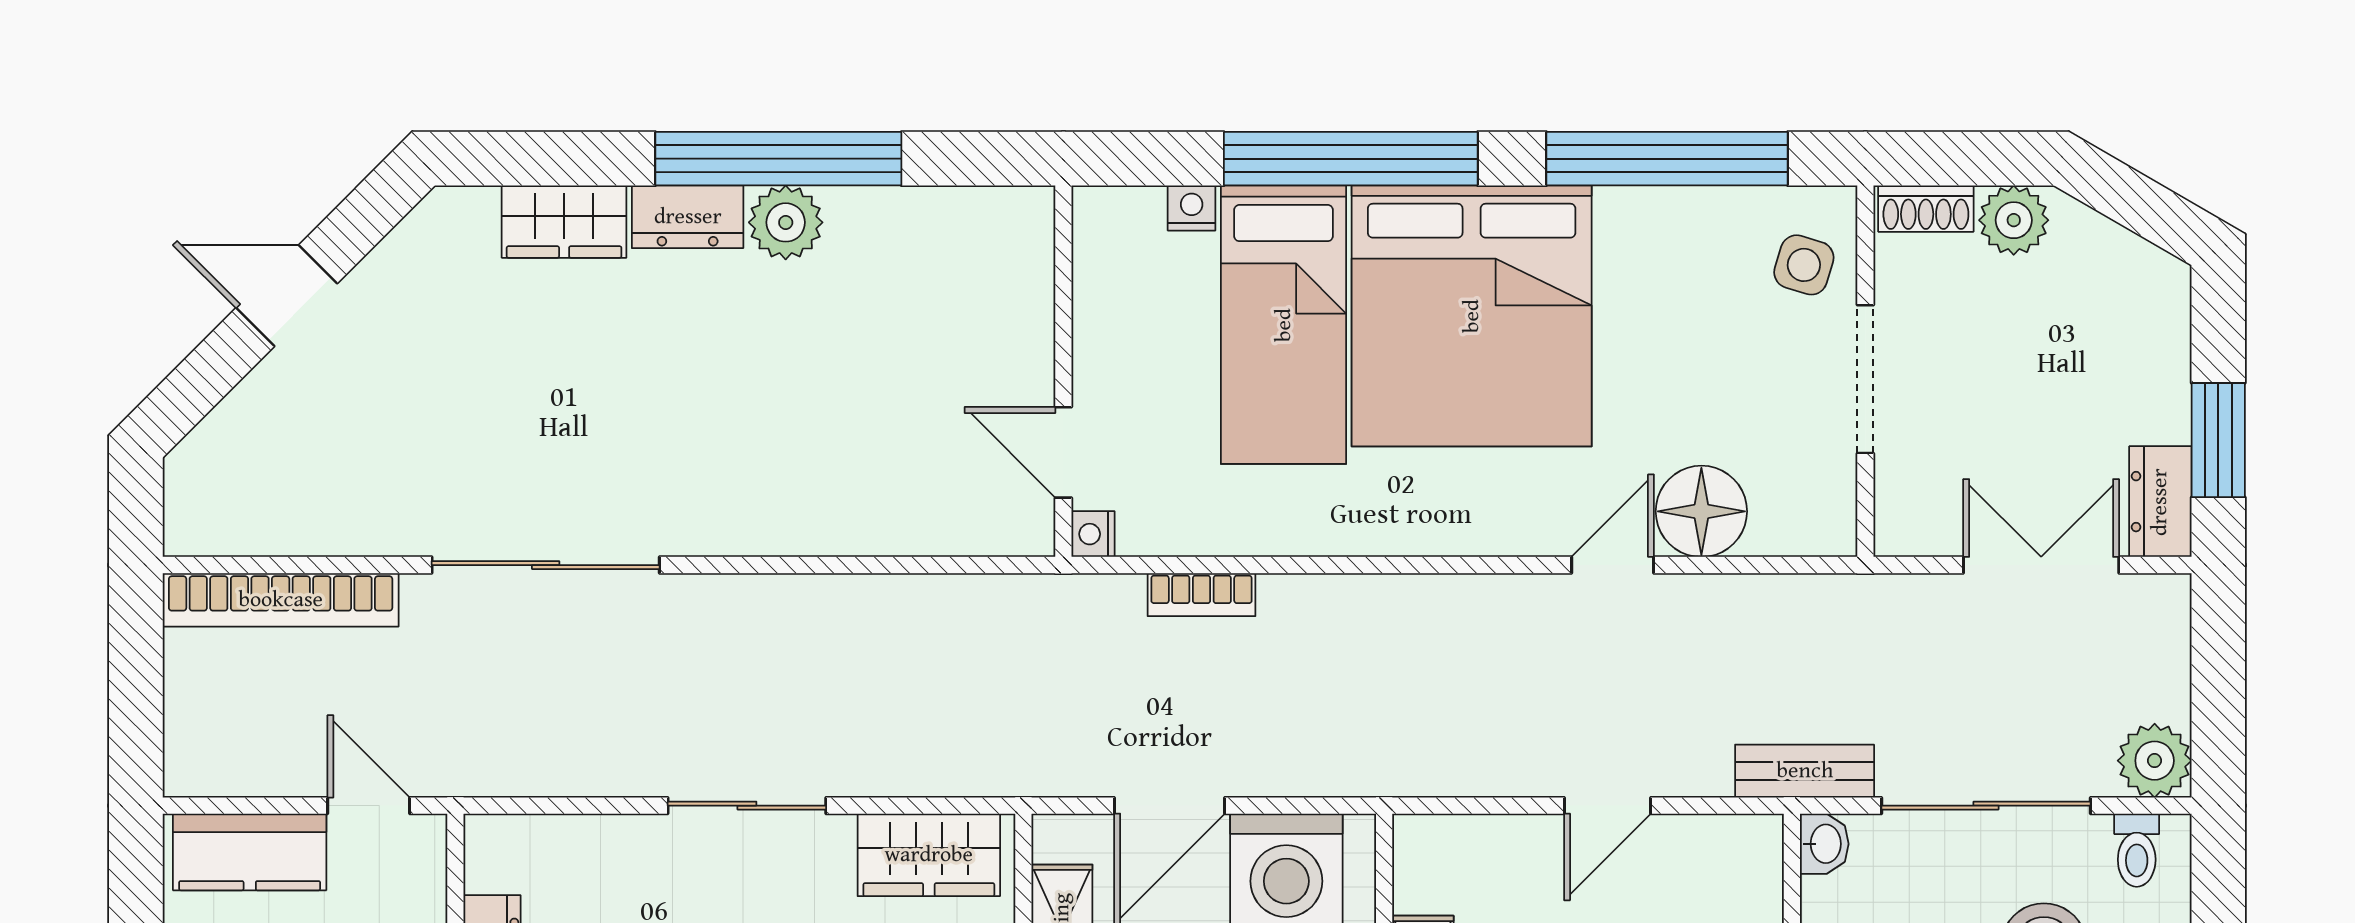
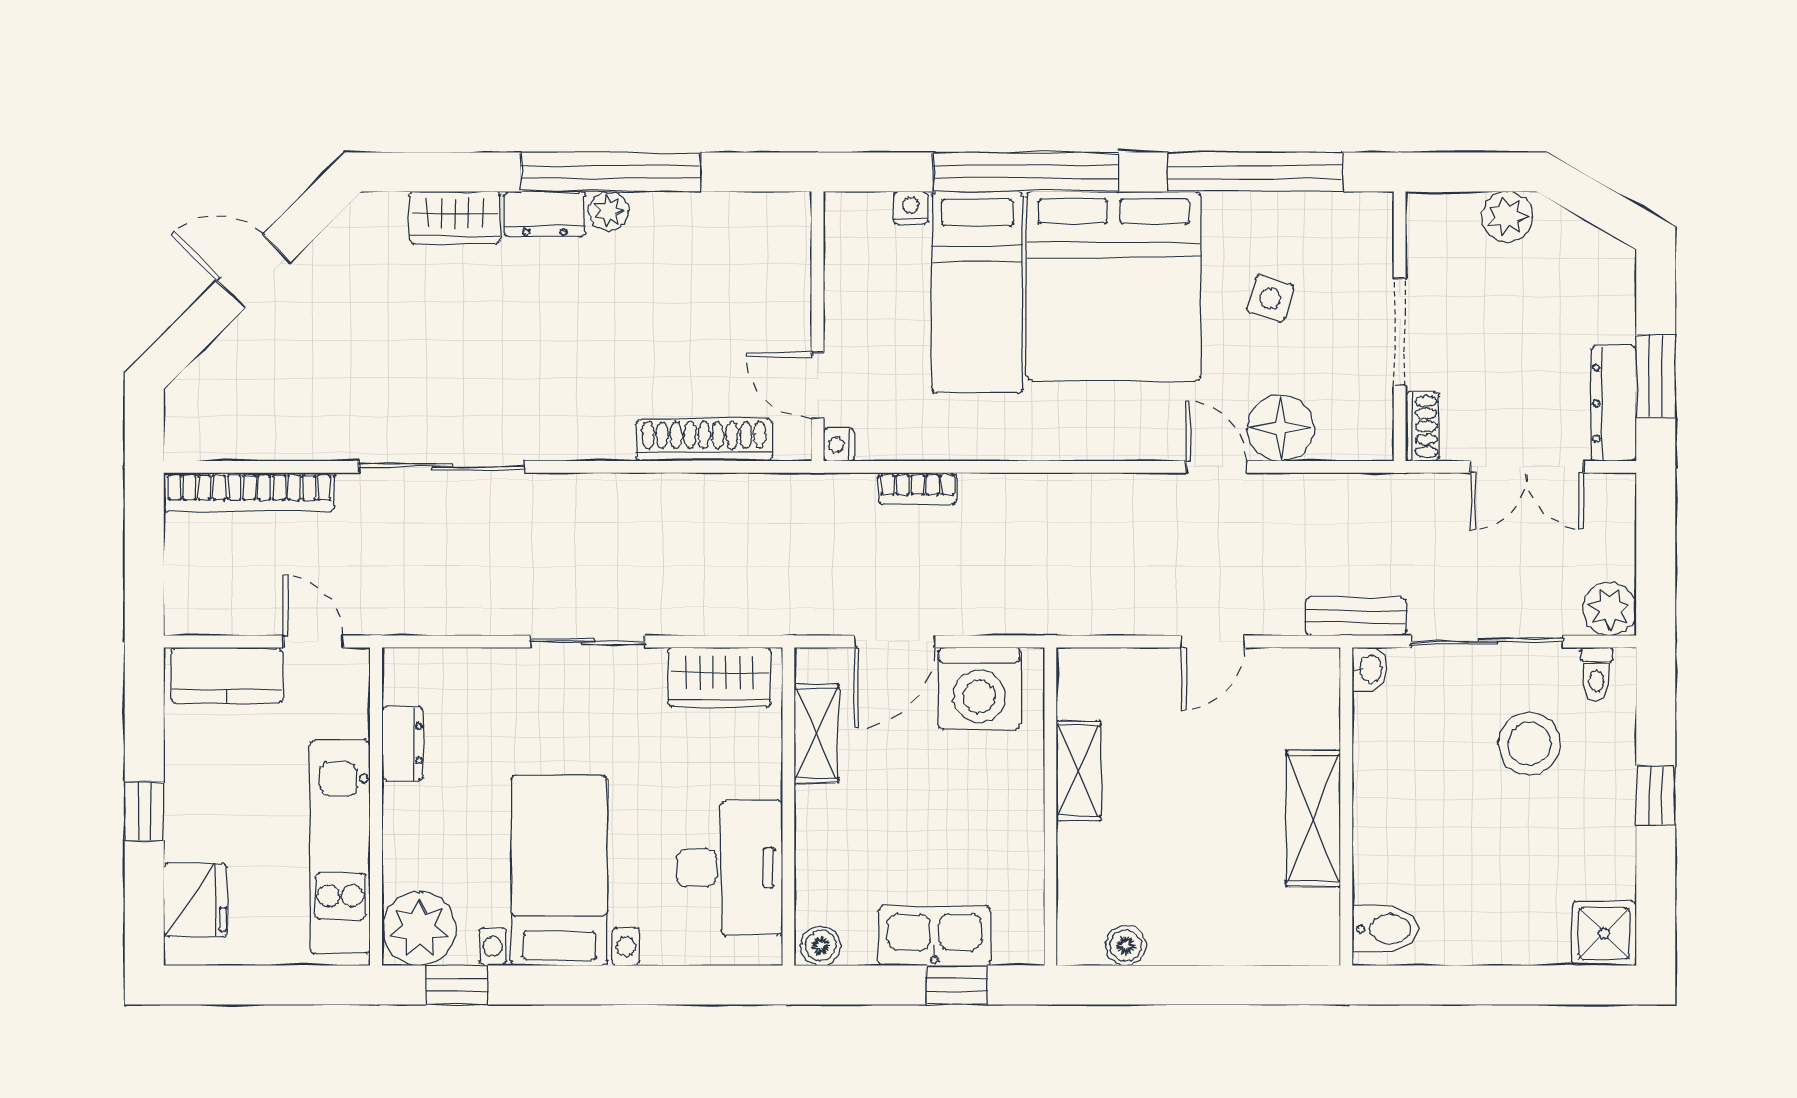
shoe rack: (1926, 209) -> (1422, 426), moved, turned -90
plant: (786, 222) -> (609, 211), width x0.73, depth x0.73
side table: (1804, 265) -> (1270, 298), moved
dresser: (2160, 502) -> (1614, 403), width x1.44
shoe rack: (907, 528) -> (704, 440), added
door: (1613, 565) -> (1216, 467), hinge flipped
double door: (2041, 565) -> (1527, 467), swing flipped

